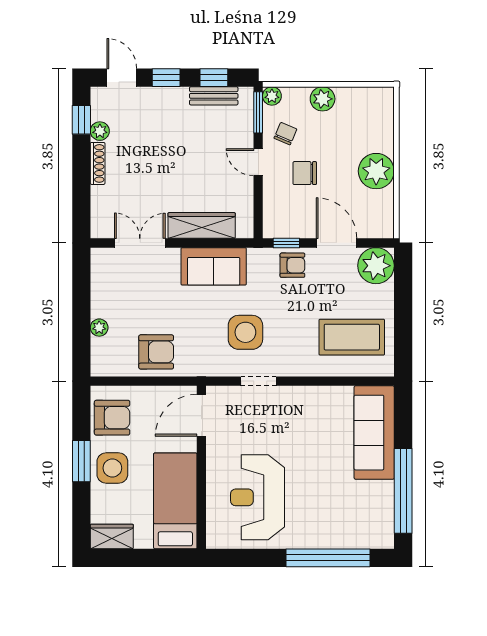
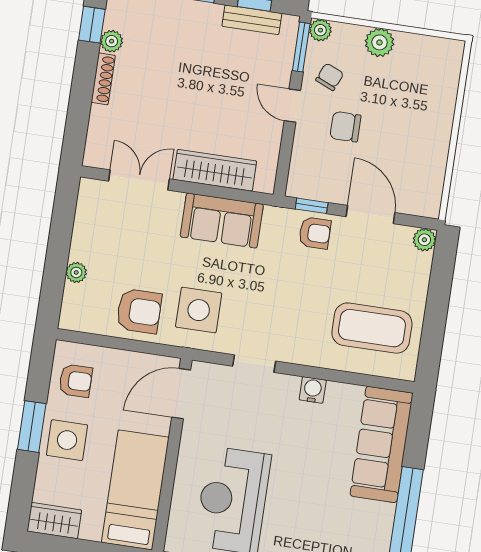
plant: (376, 171) -> (430, 137), removed
plant: (376, 266) -> (424, 240), width x0.53, depth x0.53
side table: (245, 332) -> (199, 310), moved
water cooler: (310, 396) -> (313, 390), added
armchair: (112, 418) -> (76, 381), width x0.72, depth x0.72

